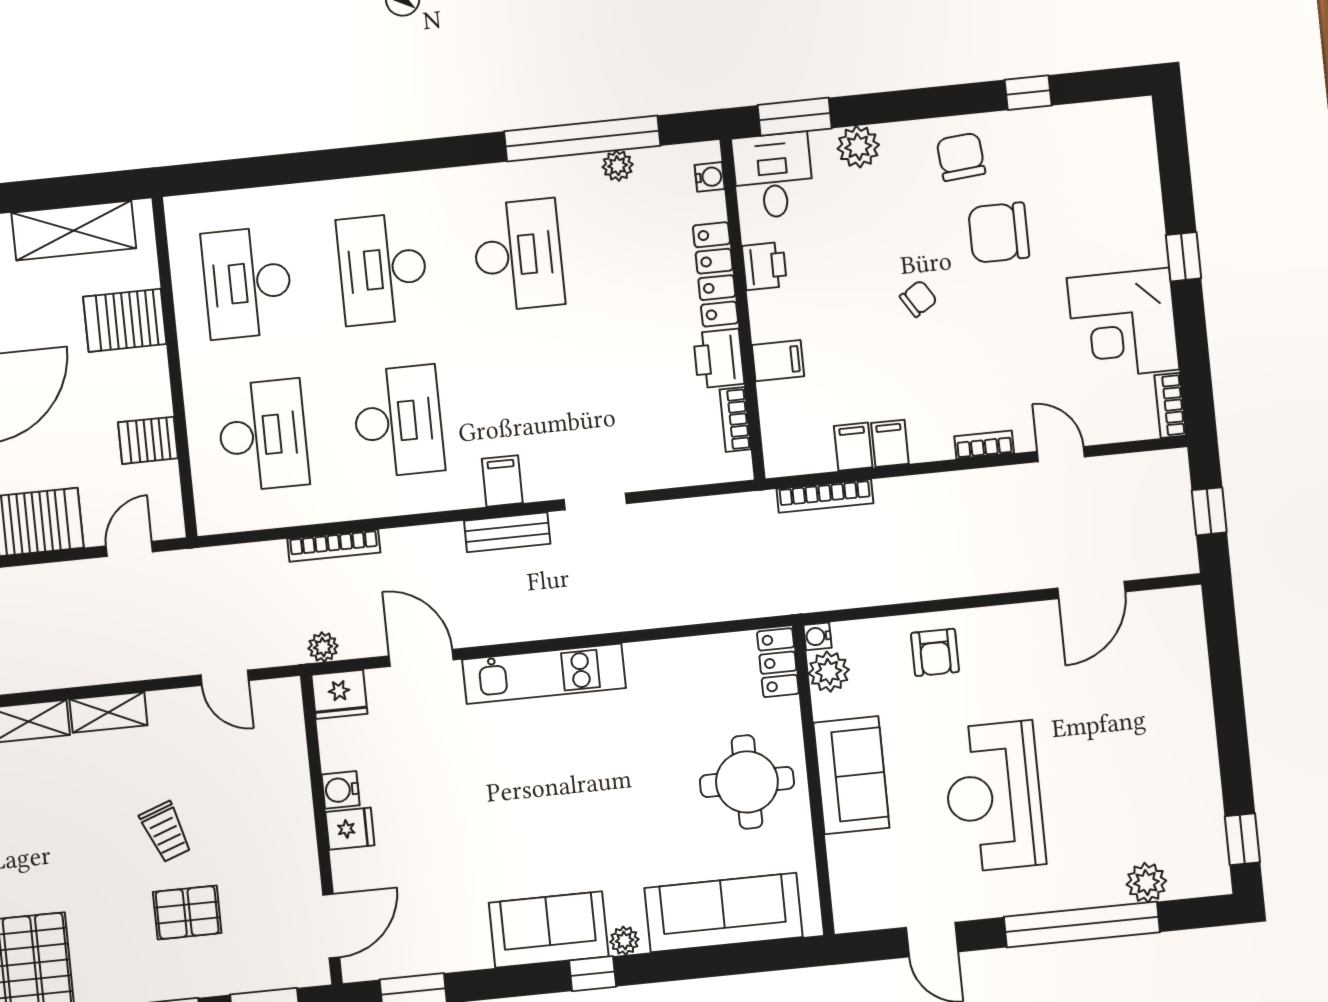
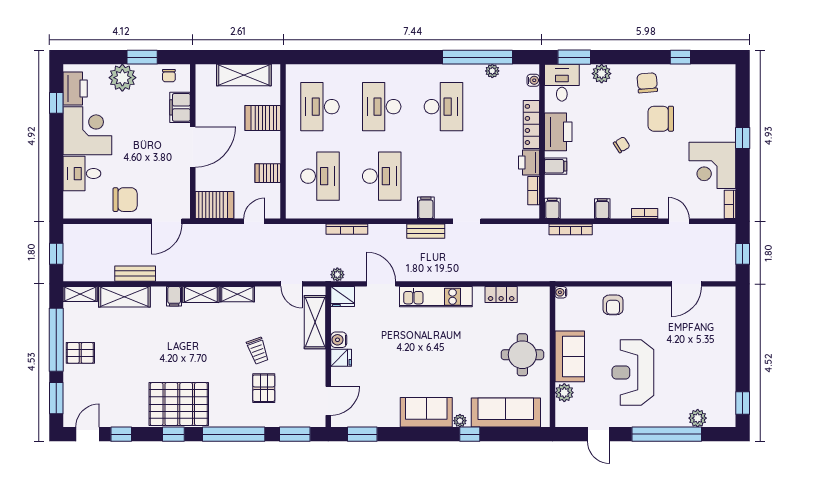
printer: (764, 266) -> (558, 132), width x1.87, depth x1.48
filing cabinet: (853, 447) -> (552, 208), moved
locker: (778, 663) -> (501, 294), moved, turned -90
plant: (829, 672) -> (564, 393), moved
shelving: (285, 756) -> (315, 322), added
pallet: (187, 912) -> (264, 388), turned 90
window: (593, 974) -> (470, 434), moved

